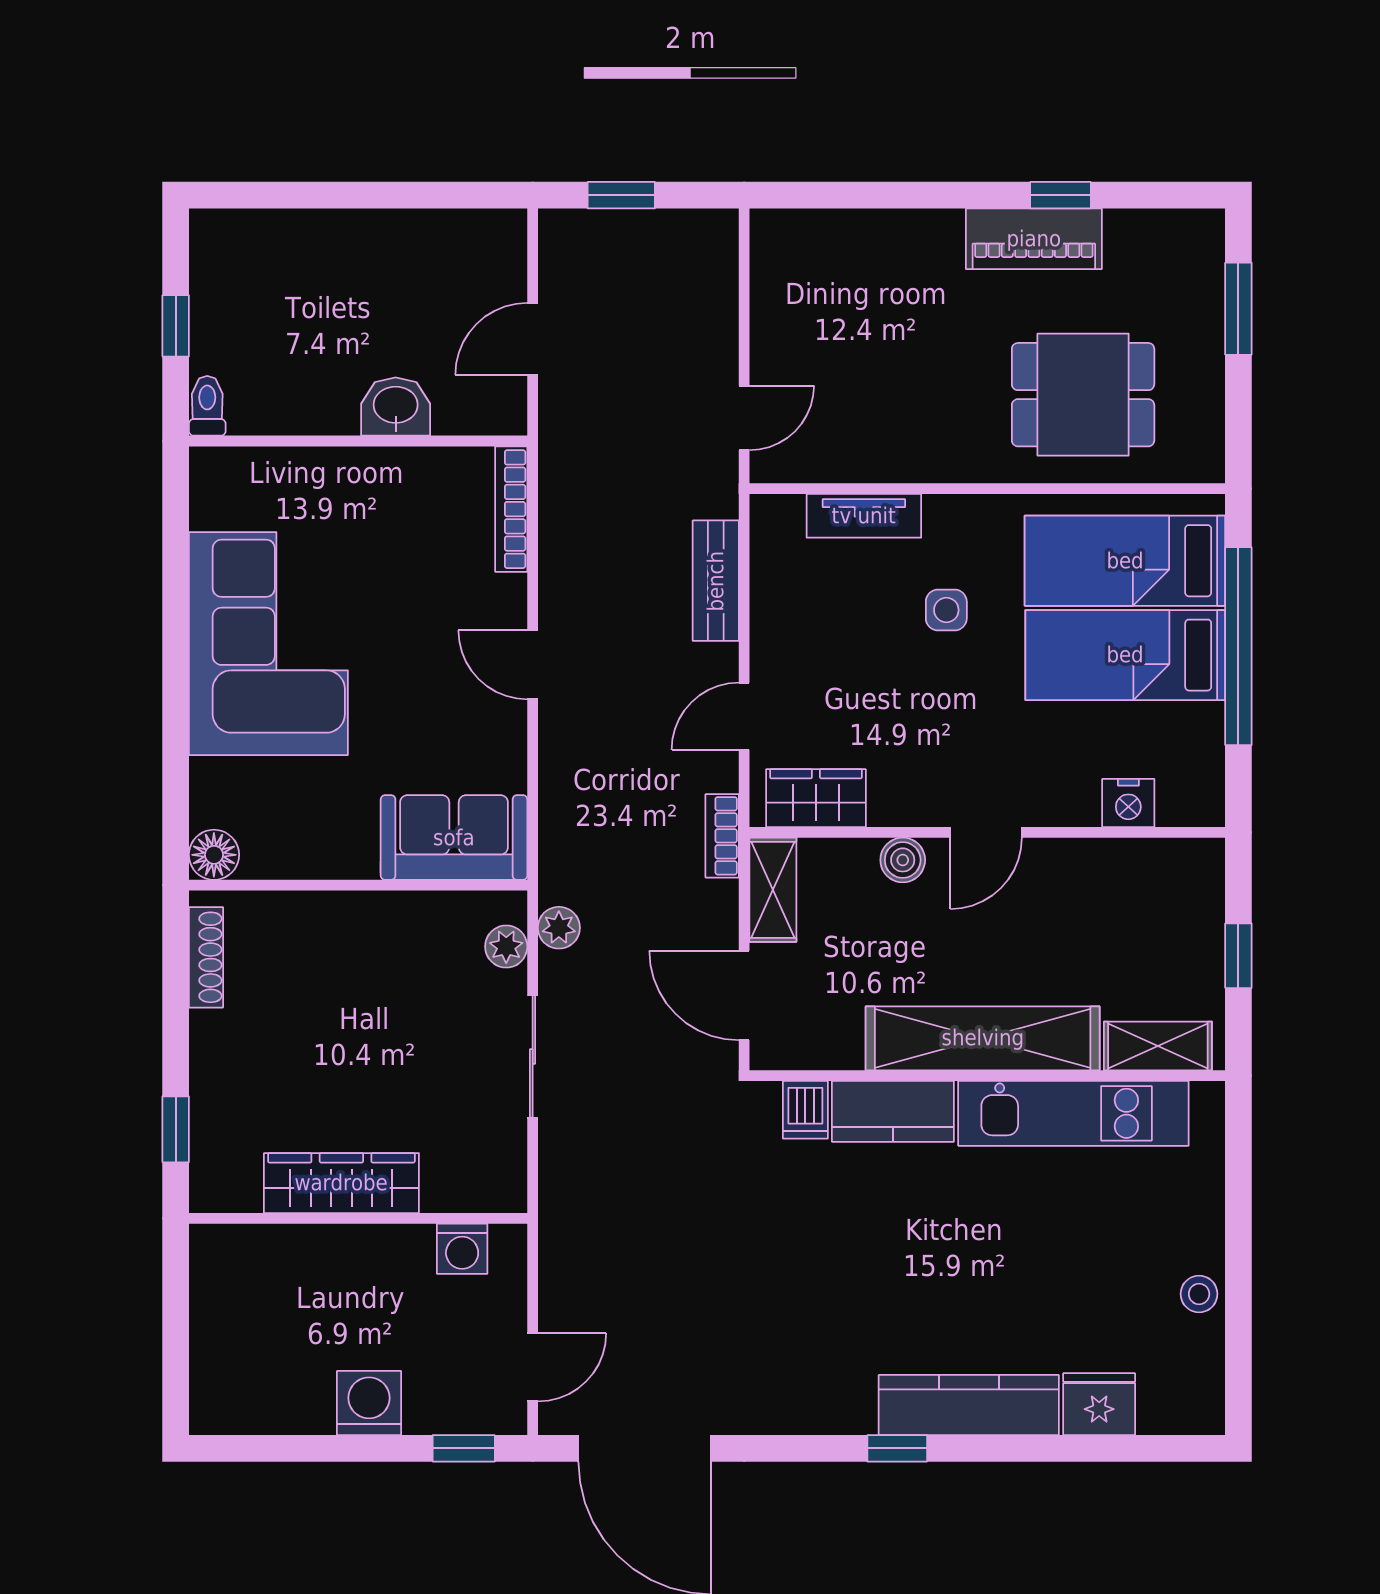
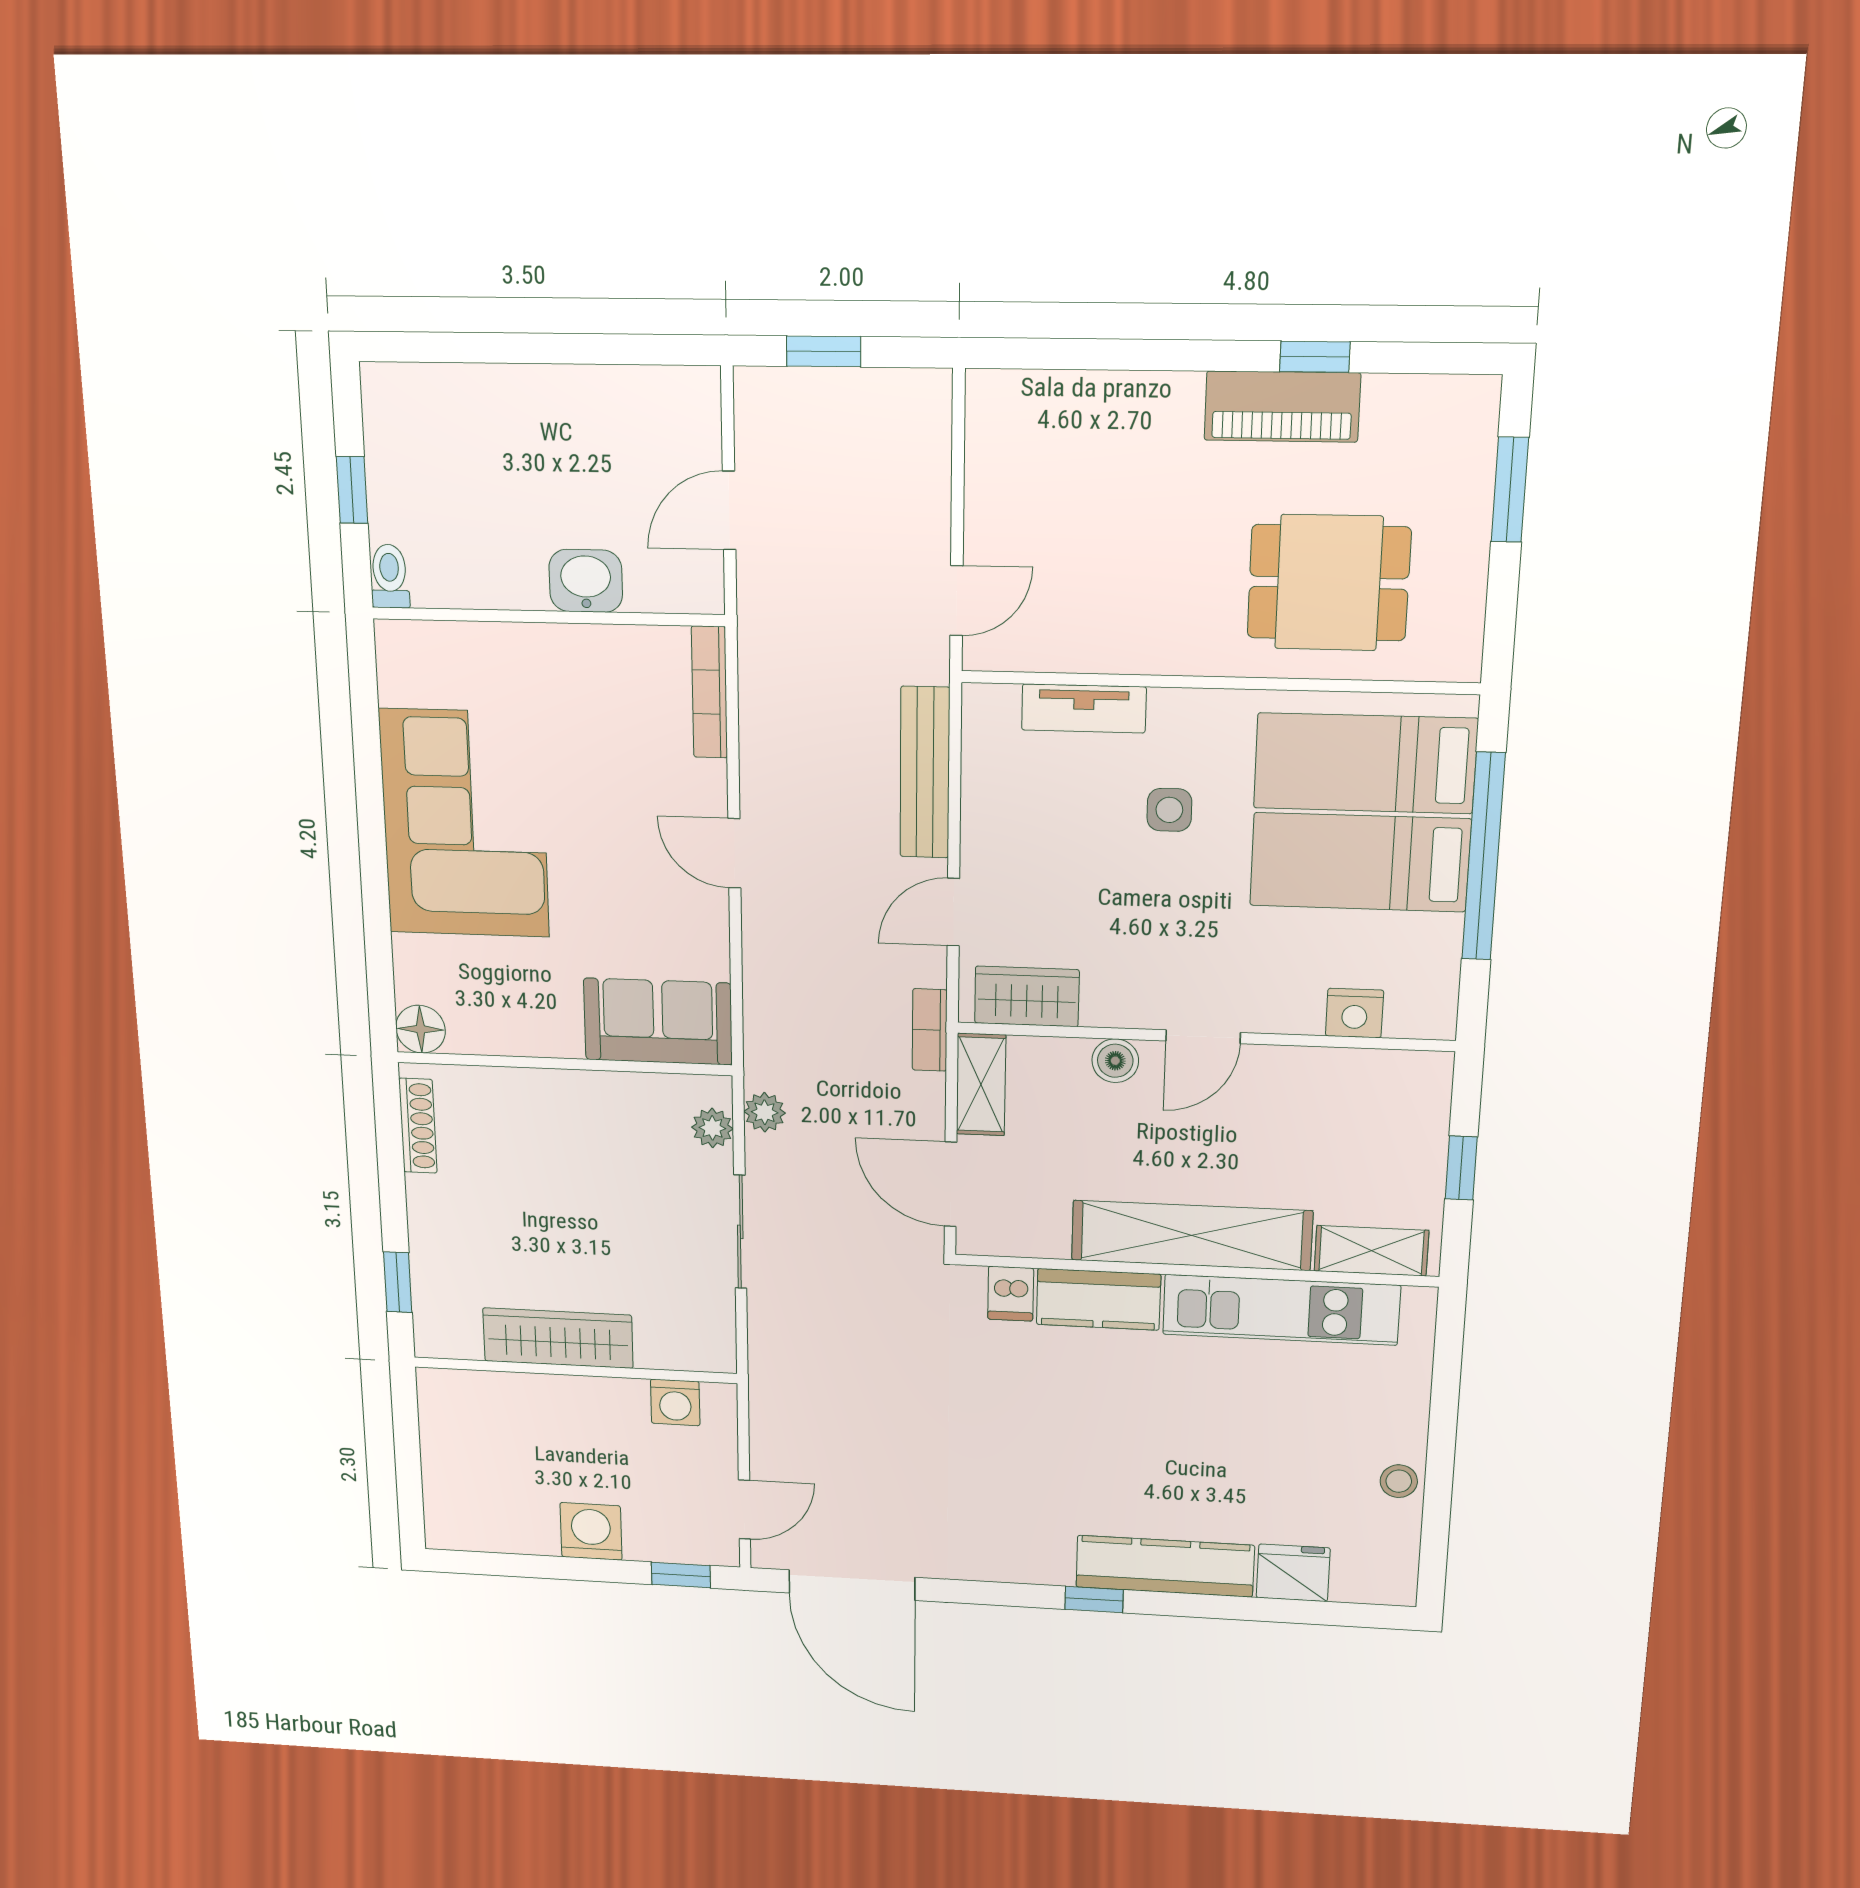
bench: (716, 581) -> (925, 773), width x1.36

